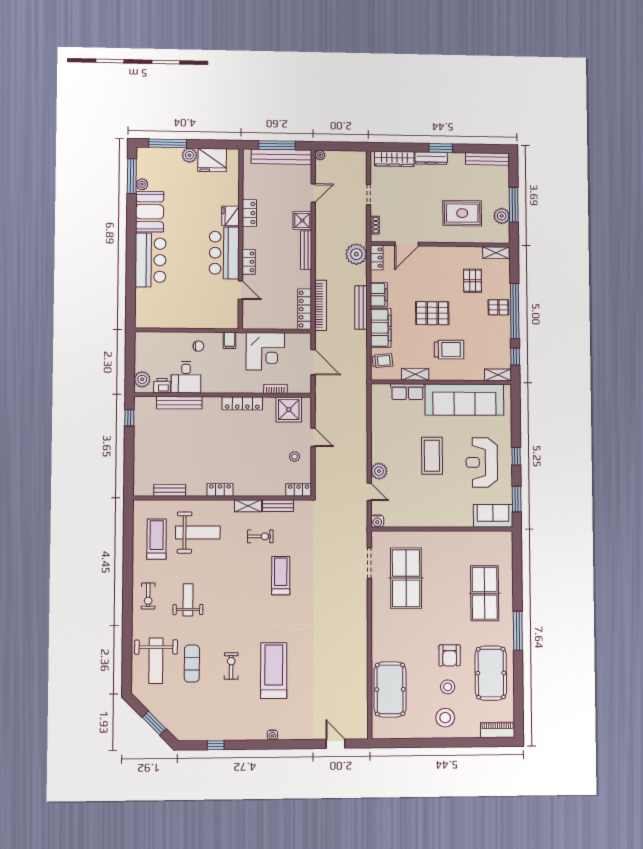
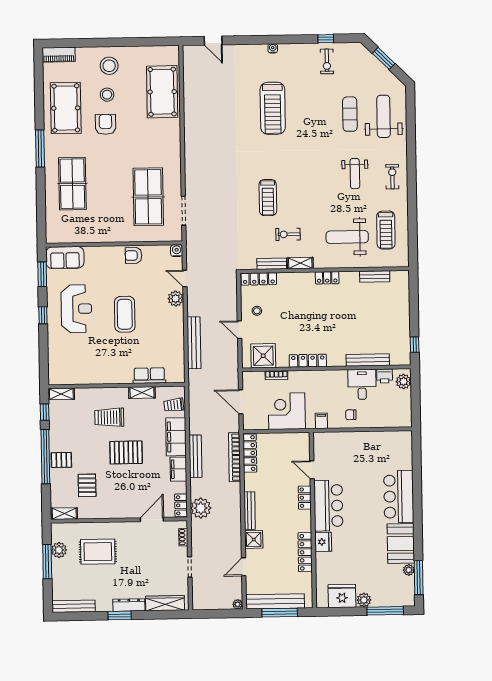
locker: (249, 213) -> (305, 552), width x1.53
sofa: (464, 400) -> (94, 369), removed
bench: (361, 425) -> (194, 343), added
locker: (299, 490) -> (259, 279), width x1.53
armchair: (422, 517) -> (134, 255), added
exercise bike: (231, 666) -> (327, 61), moved

